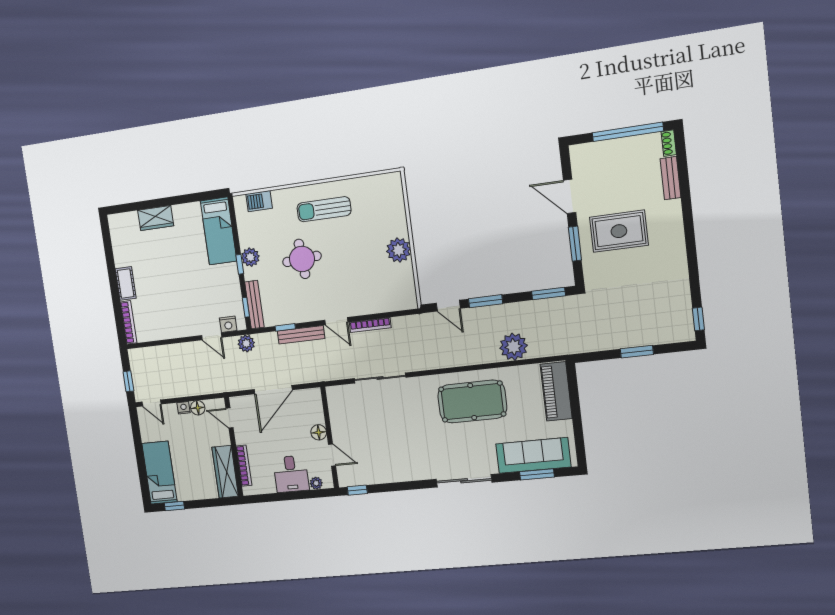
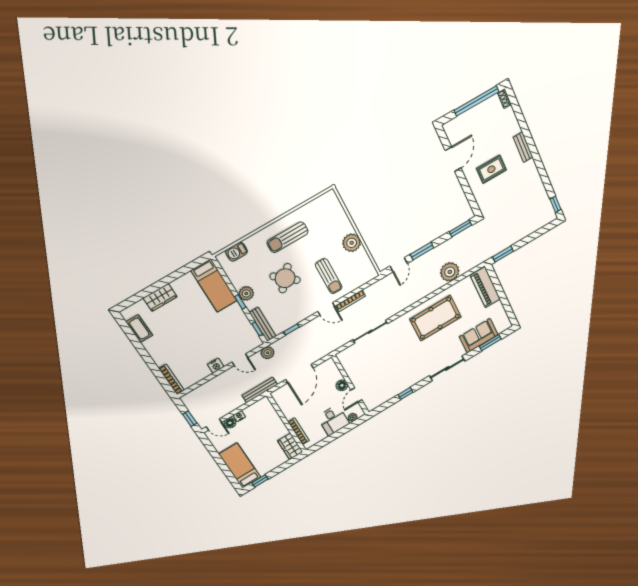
bench: (670, 178) -> (523, 147), moved
door: (570, 196) -> (453, 159), swing flipped
rug: (619, 231) -> (491, 169), width x0.73, depth x0.70
window: (575, 244) -> (467, 189), removed
round table: (302, 259) -> (285, 278), turned 45
sun lounger: (355, 280) -> (329, 276), added
cot: (126, 283) -> (139, 329), moved
door: (448, 306) -> (399, 265), hinge flipped
nightstand: (228, 324) -> (216, 366), moved
bench: (301, 335) -> (260, 390), moved
window: (637, 352) -> (503, 254), moved
floor lamp: (198, 408) -> (230, 423), moved
door: (229, 418) -> (276, 406), removed
door: (332, 455) -> (356, 395), swing flipped
sofa: (533, 455) -> (479, 336), width x0.73
wardrobe: (225, 472) -> (290, 446), width x0.67
window: (357, 490) -> (406, 393), moved

